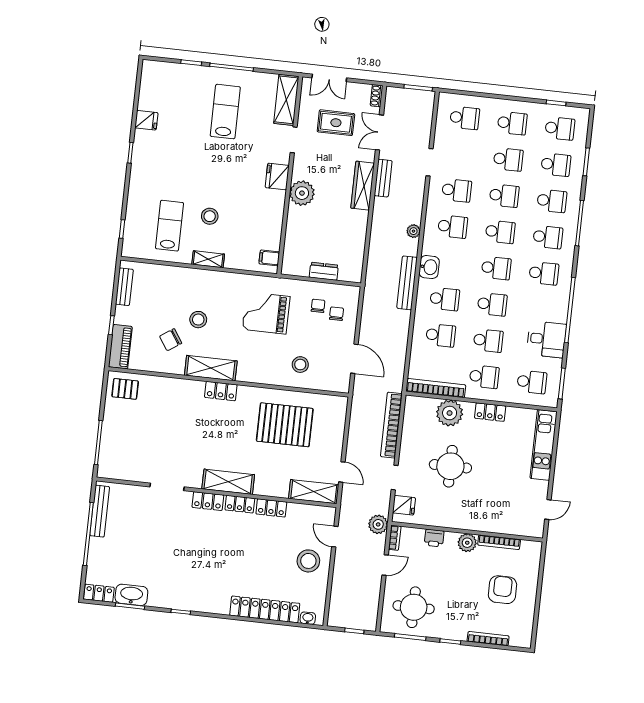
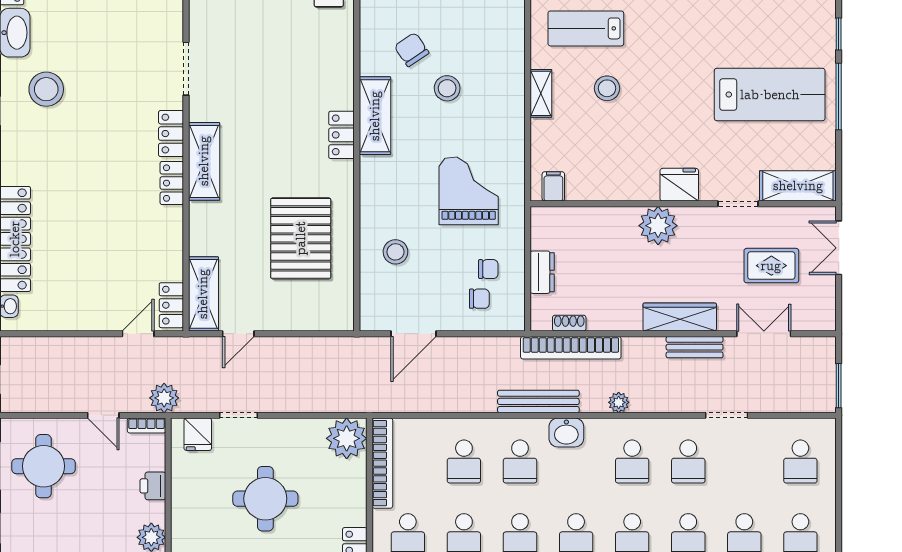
shoe rack: (377, 96) -> (569, 323), moved
lab bench: (225, 112) -> (770, 95), width x1.36, depth x1.39
rug: (336, 123) -> (771, 266), turned 90
lab bench: (169, 226) -> (586, 28), turned 180
plant: (450, 413) -> (347, 438), moved
bookcase: (391, 425) -> (571, 348), moved, turned 180
locker: (271, 508) -> (171, 305), moved
stool: (308, 561) -> (46, 89), moved

